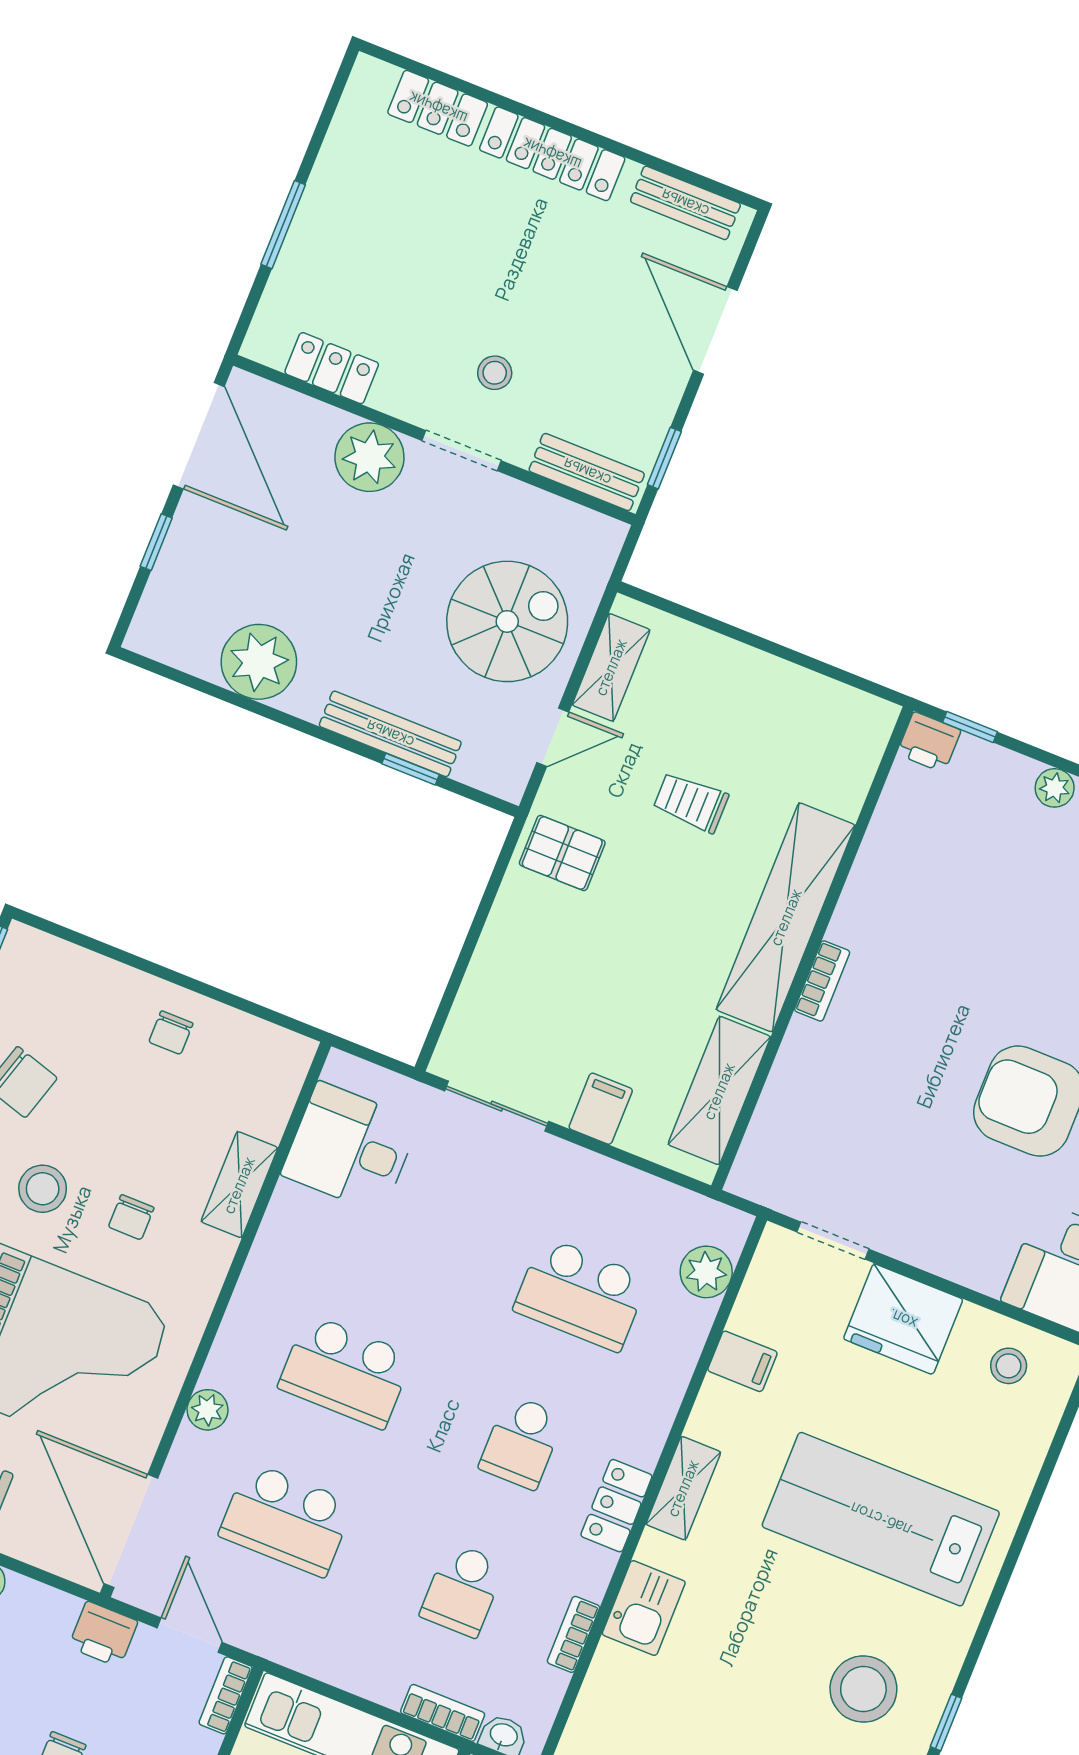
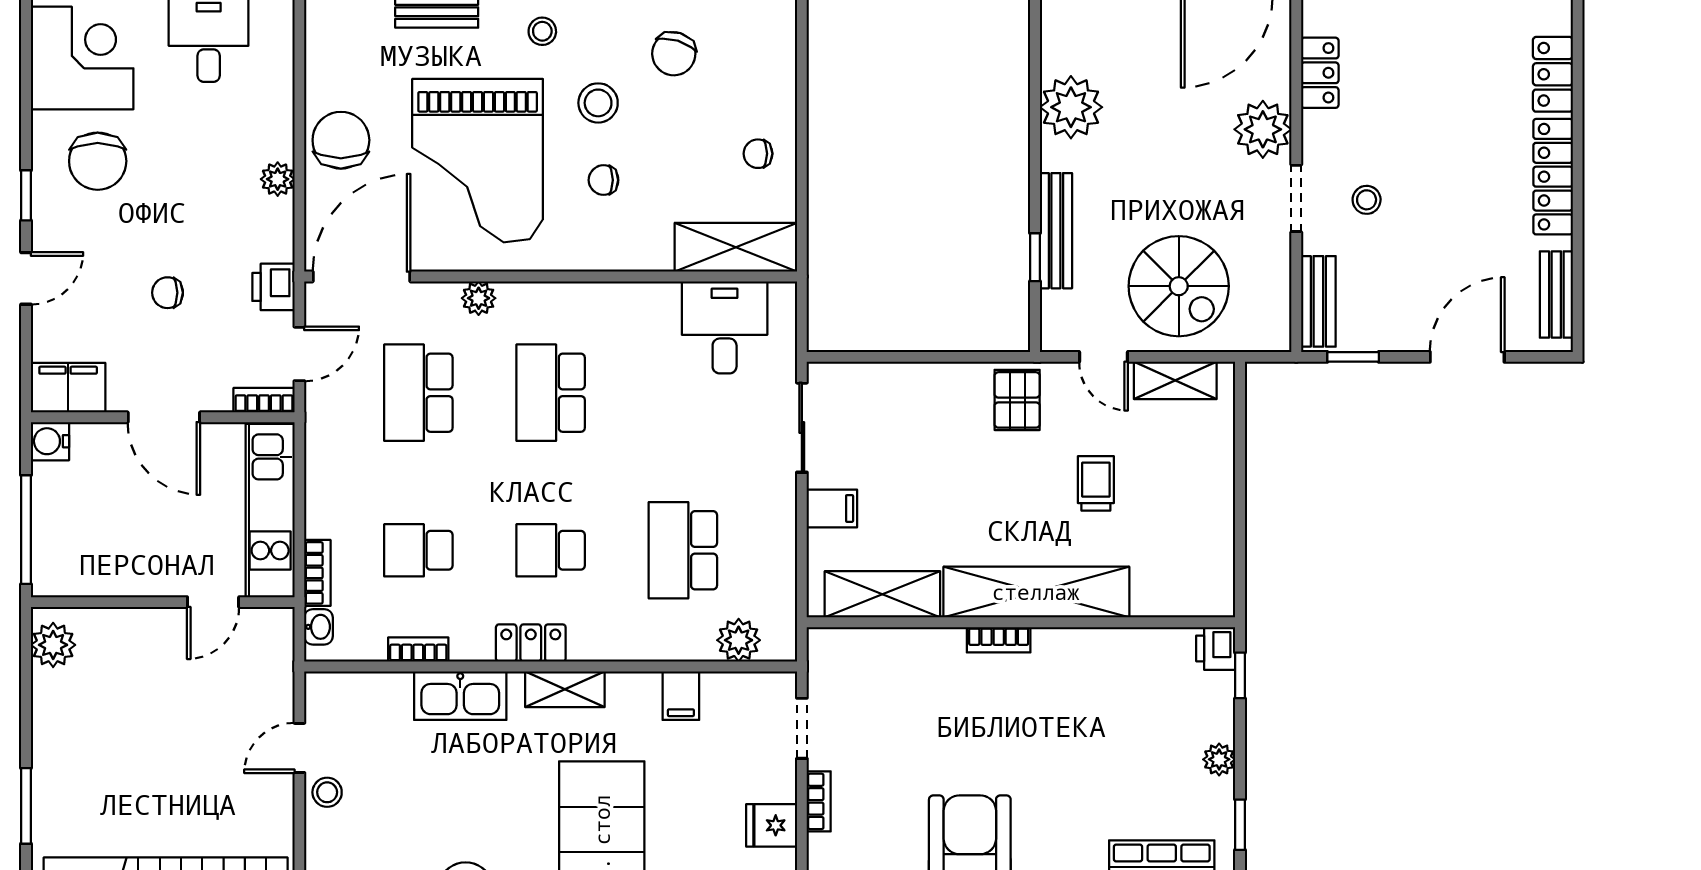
shelving: (239, 1185) -> (736, 247), moved, width x1.50, depth x1.33
bookcase: (922, 1254) -> (819, 801), added
fridge: (903, 1319) -> (772, 825), width x0.53, depth x0.75
kitchen sink: (644, 1608) -> (460, 696), width x1.38

